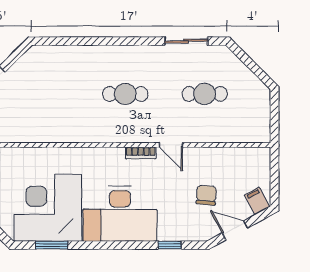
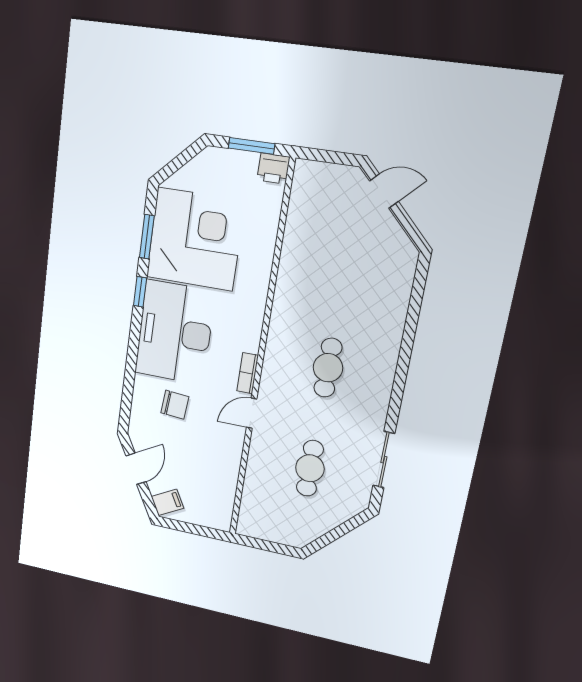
chair: (206, 195) -> (175, 405), moved
window: (170, 245) -> (140, 292), moved

